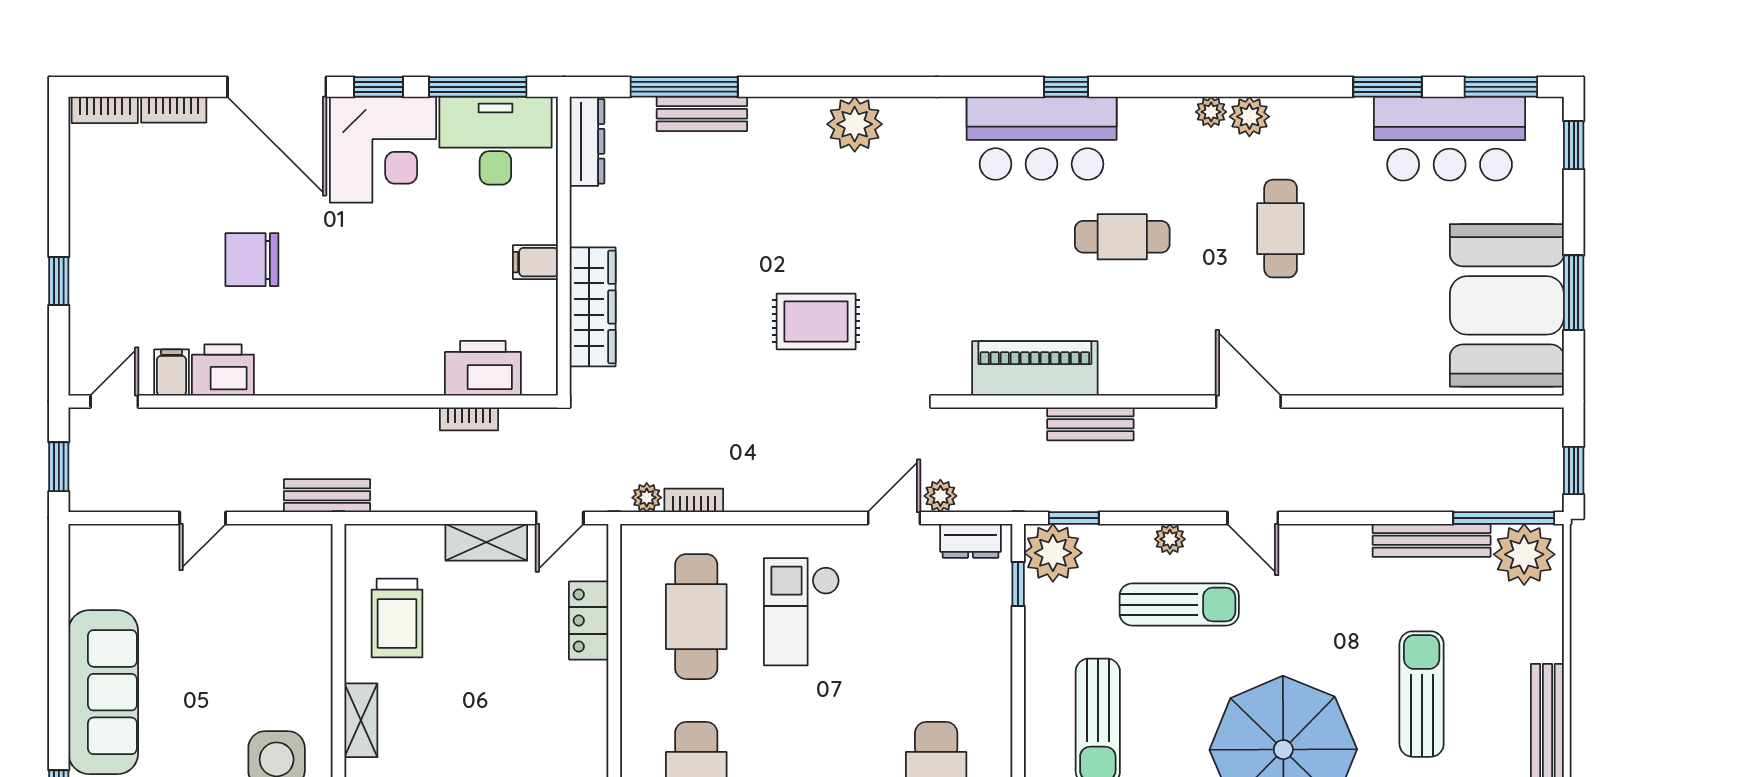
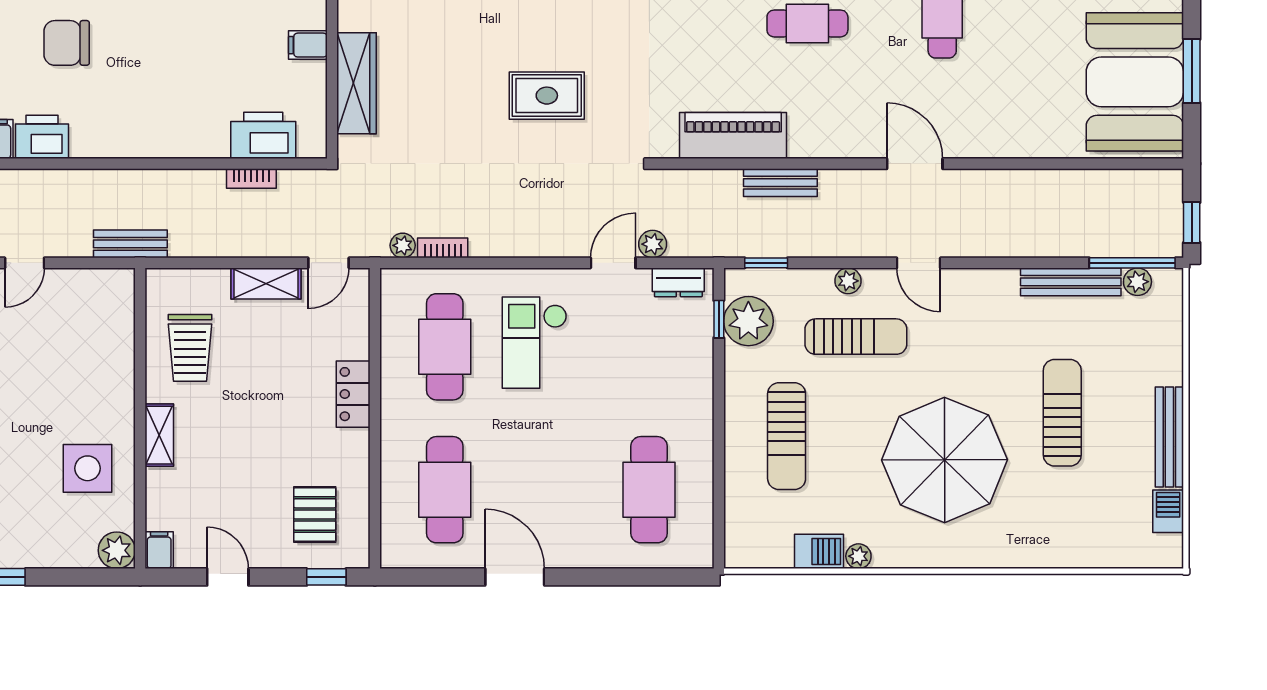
plant: (1053, 553) -> (748, 321), moved
plant: (1524, 554) -> (1137, 282), width x0.53, depth x0.53
locker: (589, 620) -> (353, 394), moved

